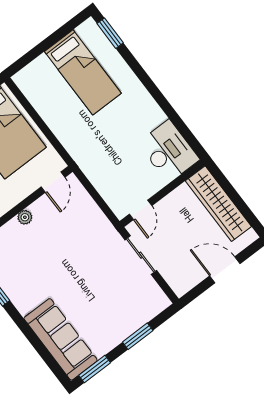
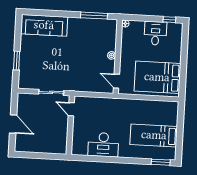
desk: (169, 151) -> (103, 145), moved
wardrobe: (218, 204) -> (45, 146), removed
door: (225, 270) -> (13, 124), hinge flipped
window: (95, 369) -> (18, 29), removed

